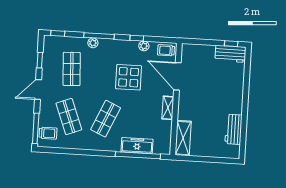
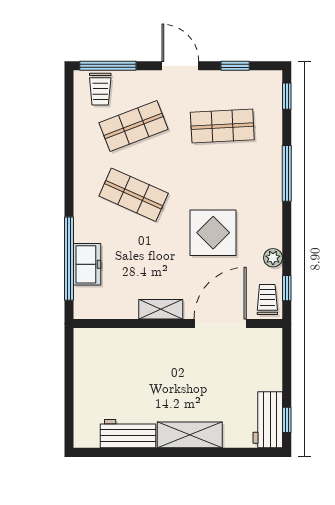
window: (137, 38) -> (287, 288), moved
plant: (93, 43) -> (273, 163), removed
shelving: (183, 138) -> (190, 435), moved
freezer: (137, 146) -> (87, 264), width x0.71

